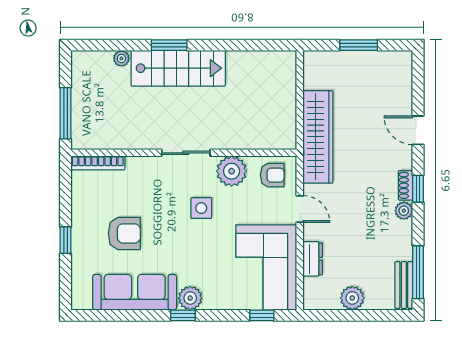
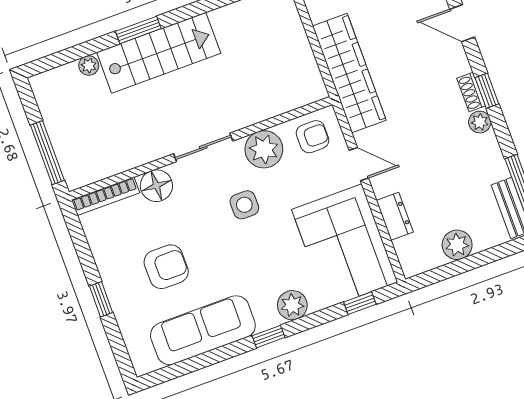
floor lamp: (140, 169) -> (156, 186), added
plant: (190, 298) -> (292, 305), moved

